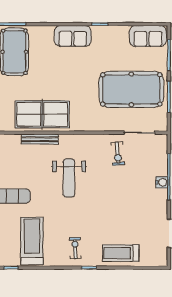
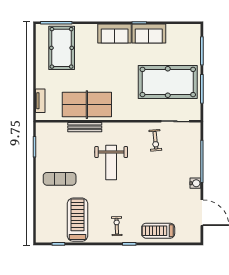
sofa: (148, 36) -> (149, 34), moved
water cooler: (162, 182) -> (195, 183), moved

